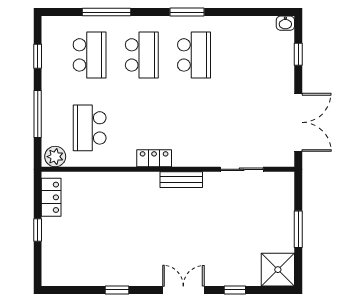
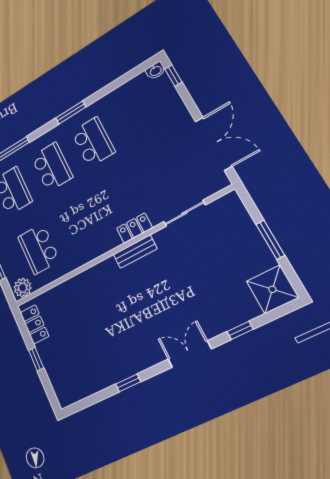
window: (298, 54) -> (173, 76), moved
locker: (154, 158) -> (134, 228), moved

